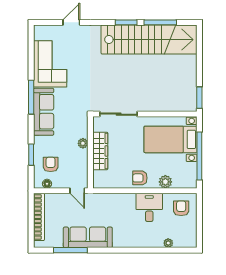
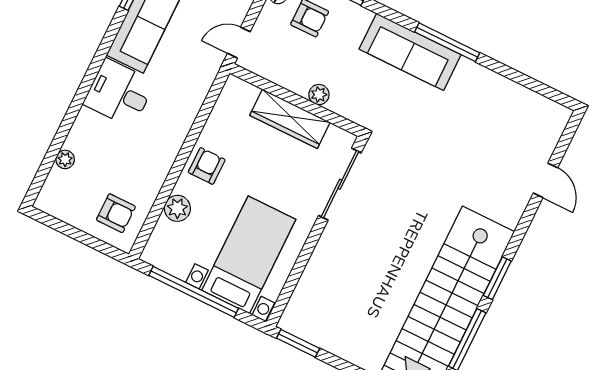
corner sofa: (50, 64) -> (490, 106), removed
desk: (149, 207) -> (119, 93), moved, turned 180

